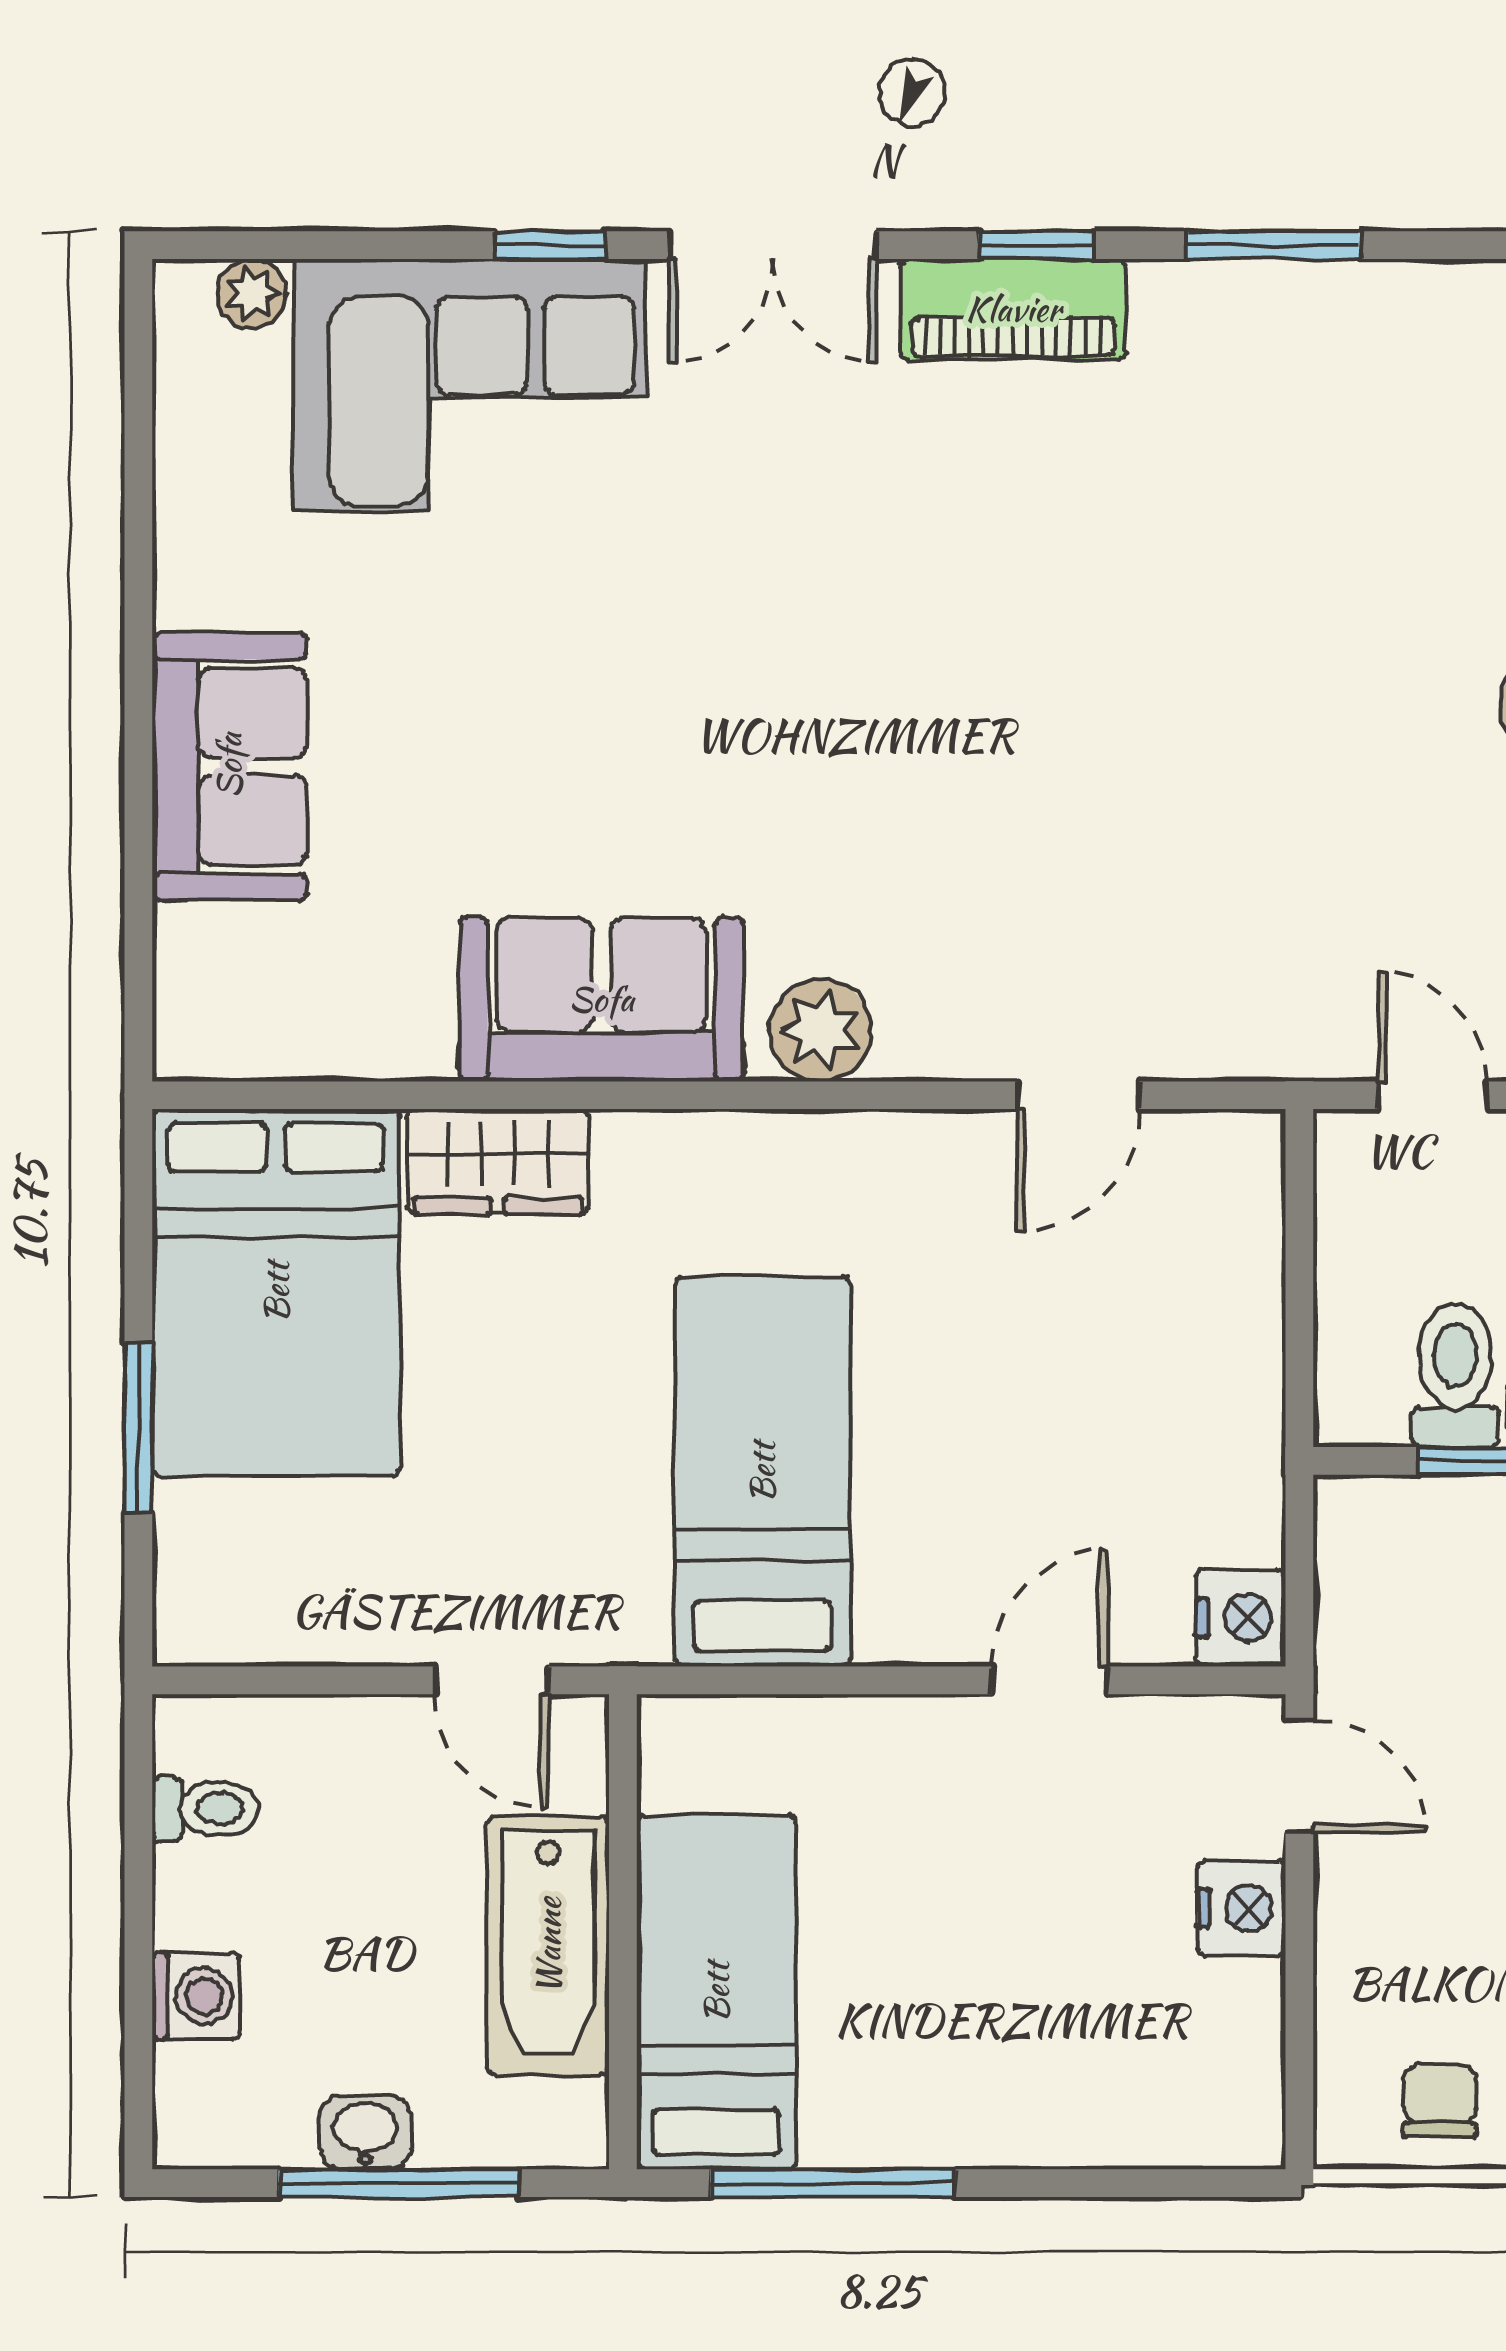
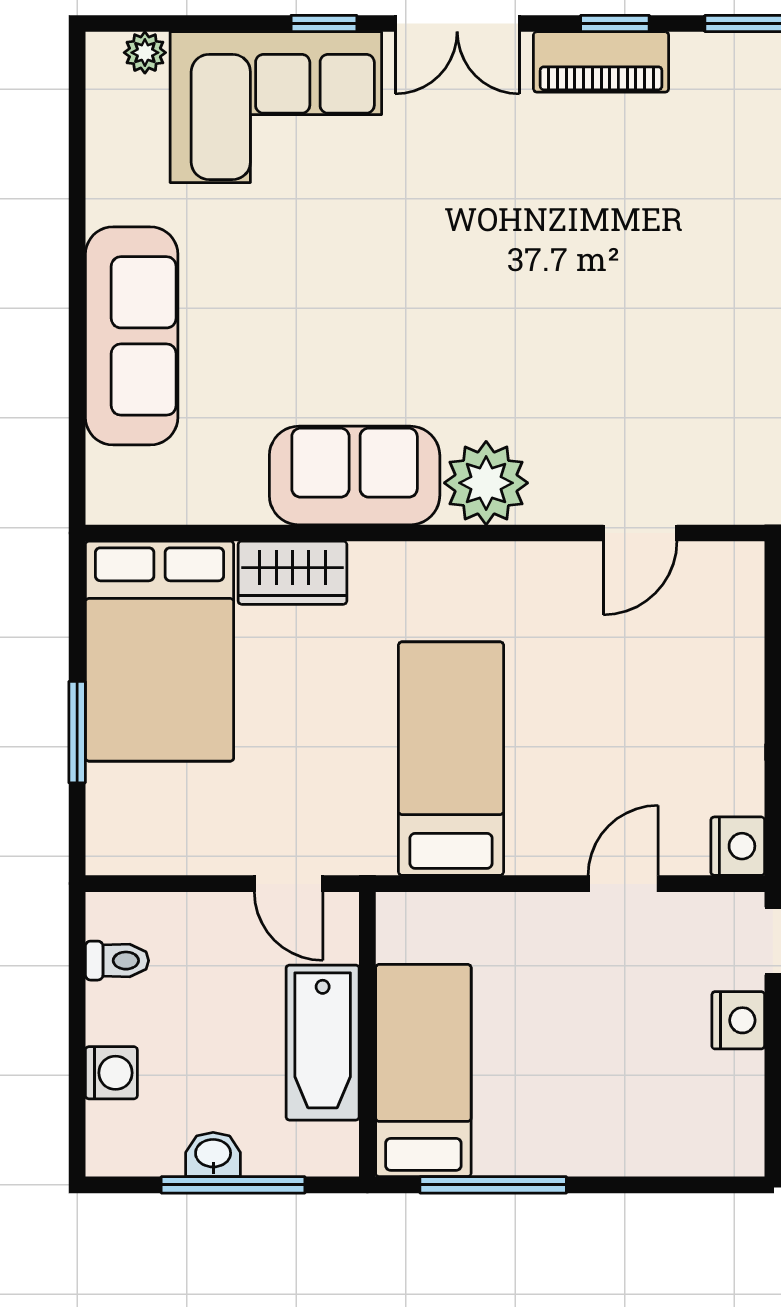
sofa: (229, 766) -> (132, 336), width x1.36
plant: (821, 1030) -> (486, 483), width x1.36, depth x1.36

